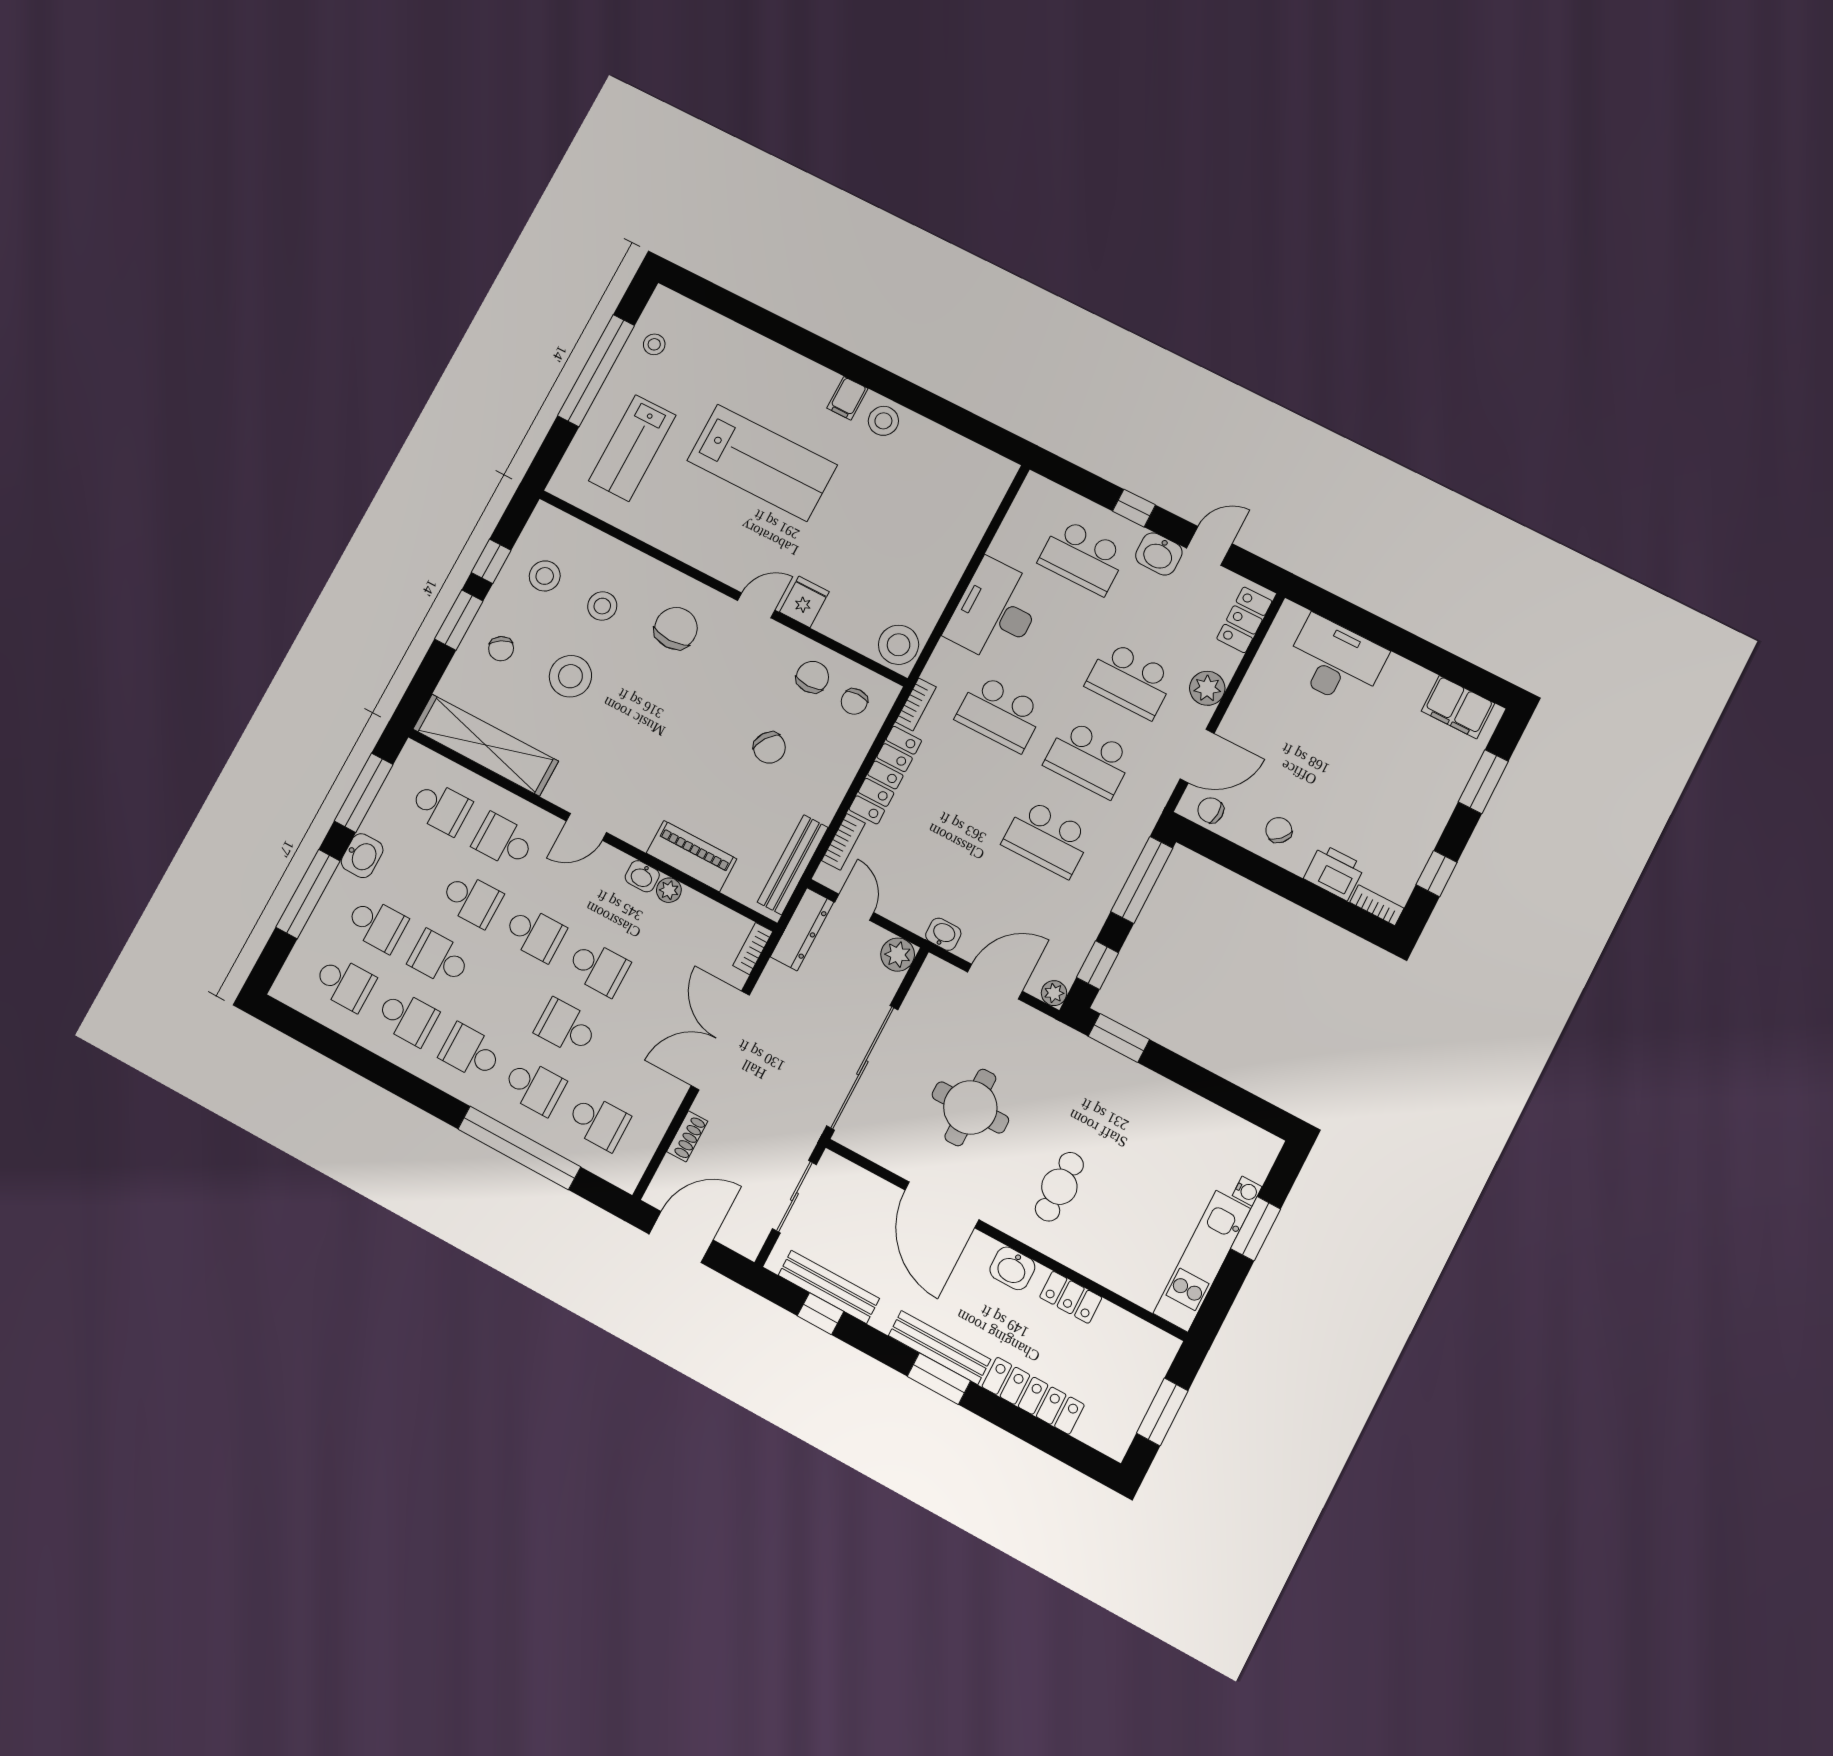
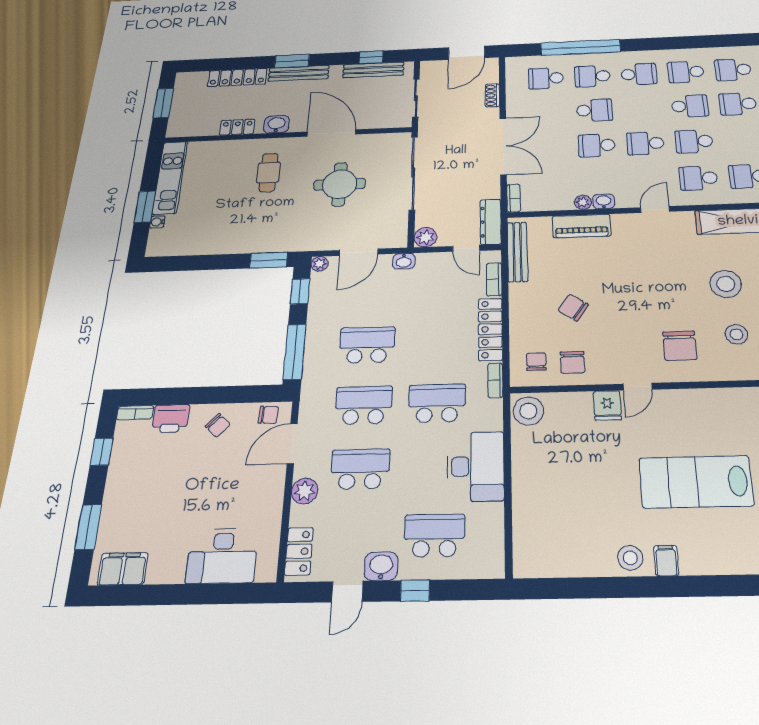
school desk: (503, 841) -> (698, 178), turned 180

